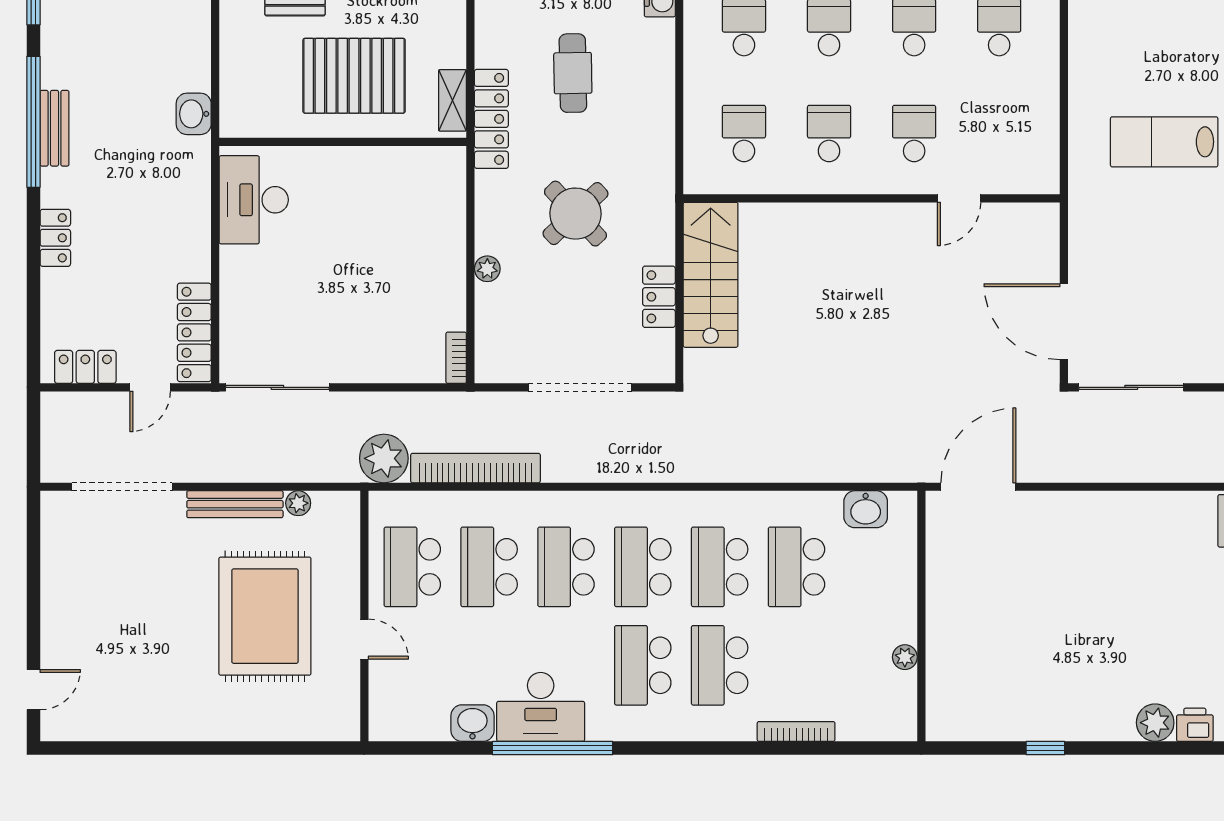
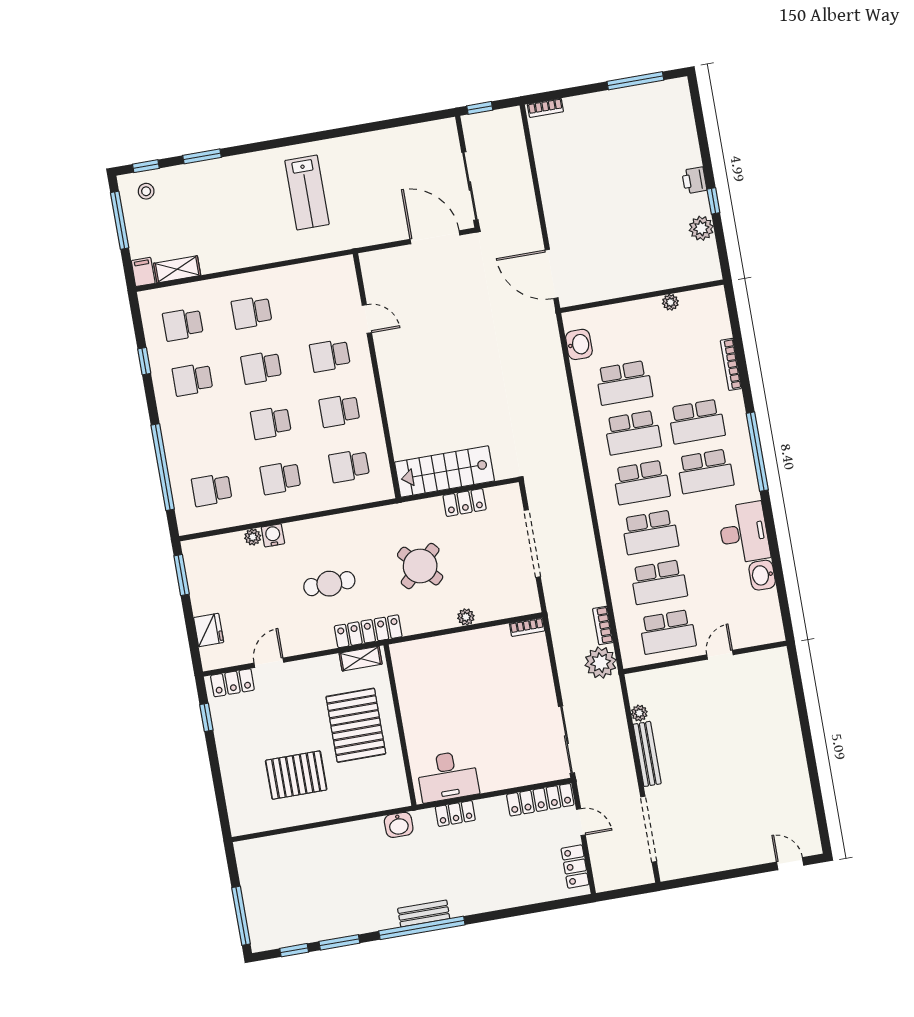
locker: (55, 238) -> (455, 813), moved, turned 180
door: (1064, 322) -> (435, 237), swing flipped
bookcase: (475, 468) -> (603, 625), width x0.43, depth x0.76
rug: (265, 616) -> (716, 722), removed
plant: (1155, 723) -> (701, 228), moved
printer: (1195, 725) -> (694, 180), moved
window: (553, 748) -> (757, 452), moved

